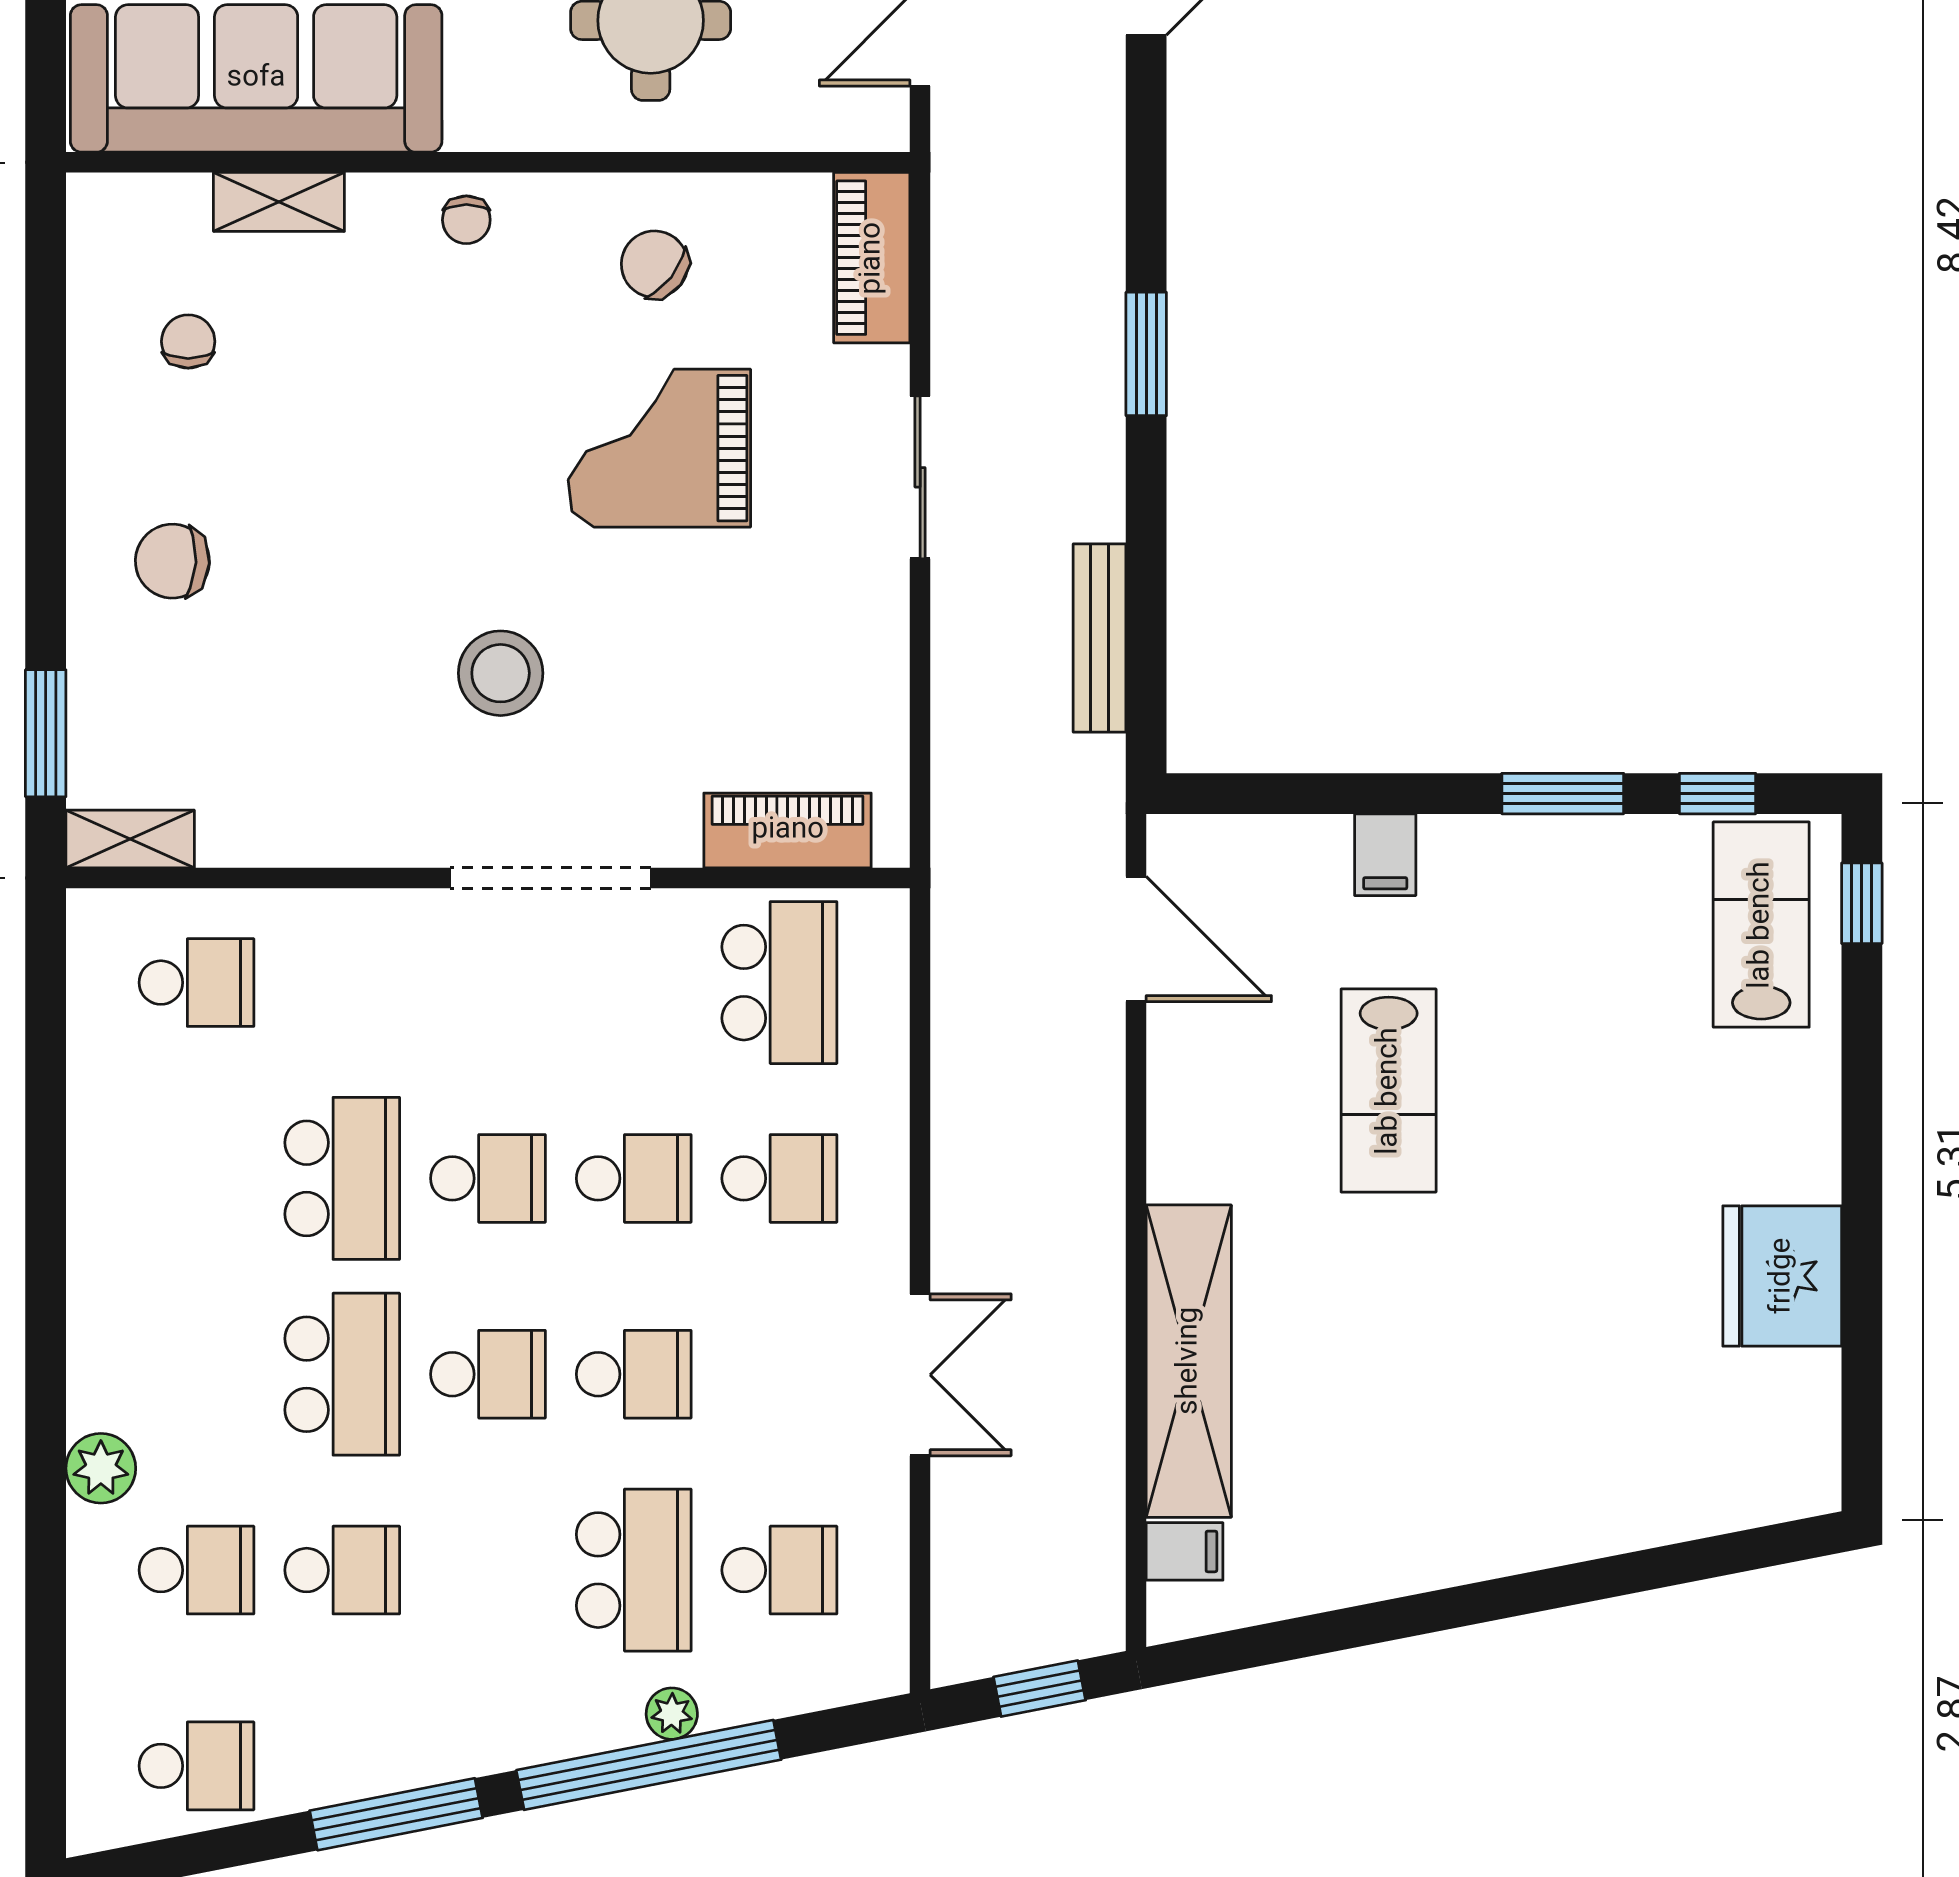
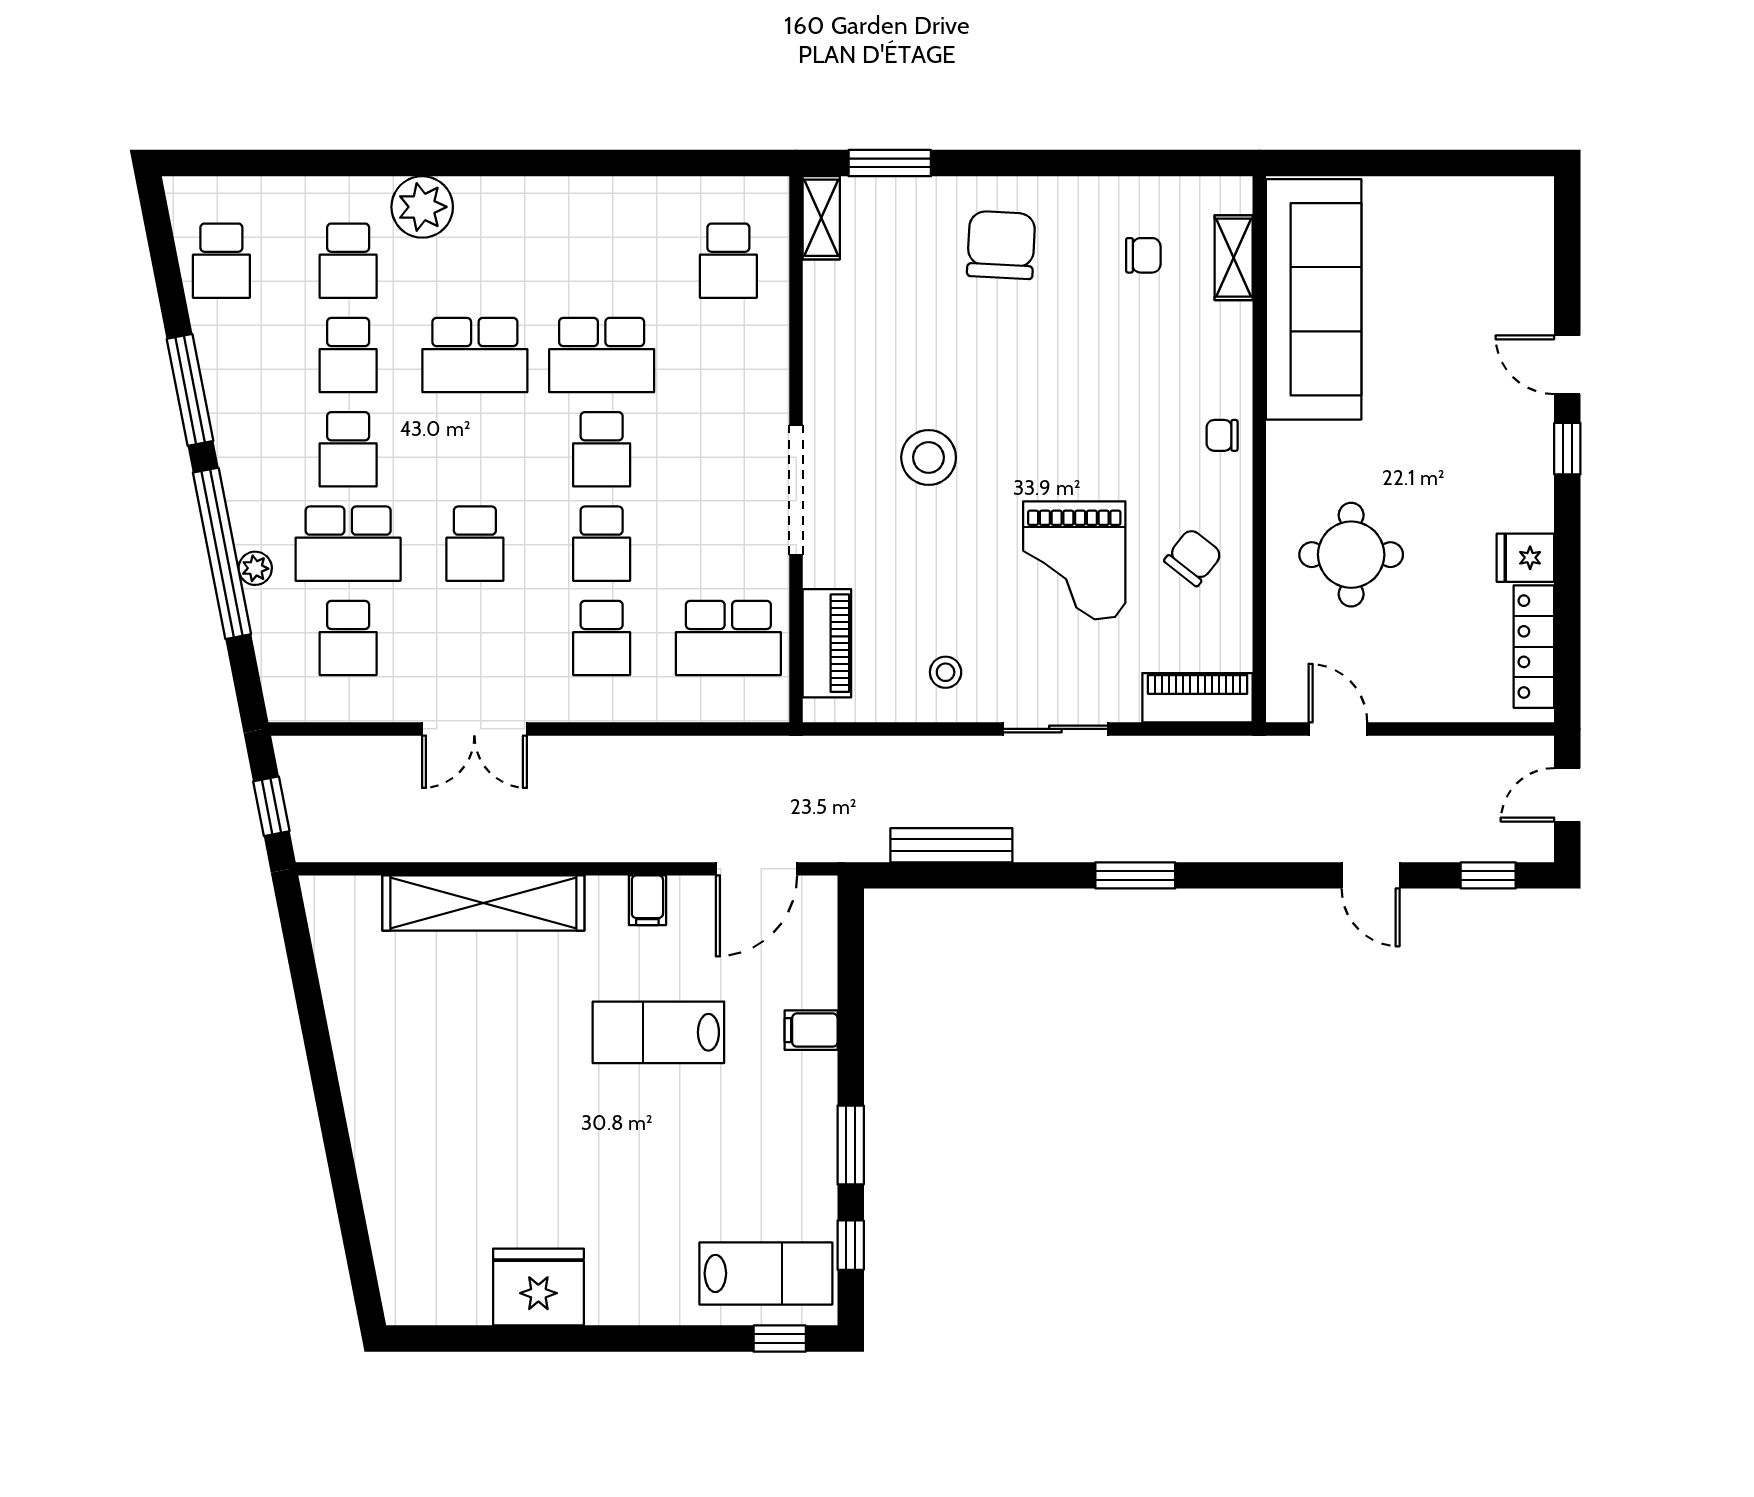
shelving: (279, 202) -> (1234, 258), moved
grand piano: (659, 448) -> (1074, 560), turned 180
chair: (172, 561) -> (1001, 245), width x1.37, depth x1.37
stool: (832, 647) -> (946, 672), added
school desk: (488, 1374) -> (348, 449), moved
plant: (101, 1468) -> (422, 207), width x1.36, depth x1.36
filing cabinet: (1185, 1551) -> (647, 900), moved

